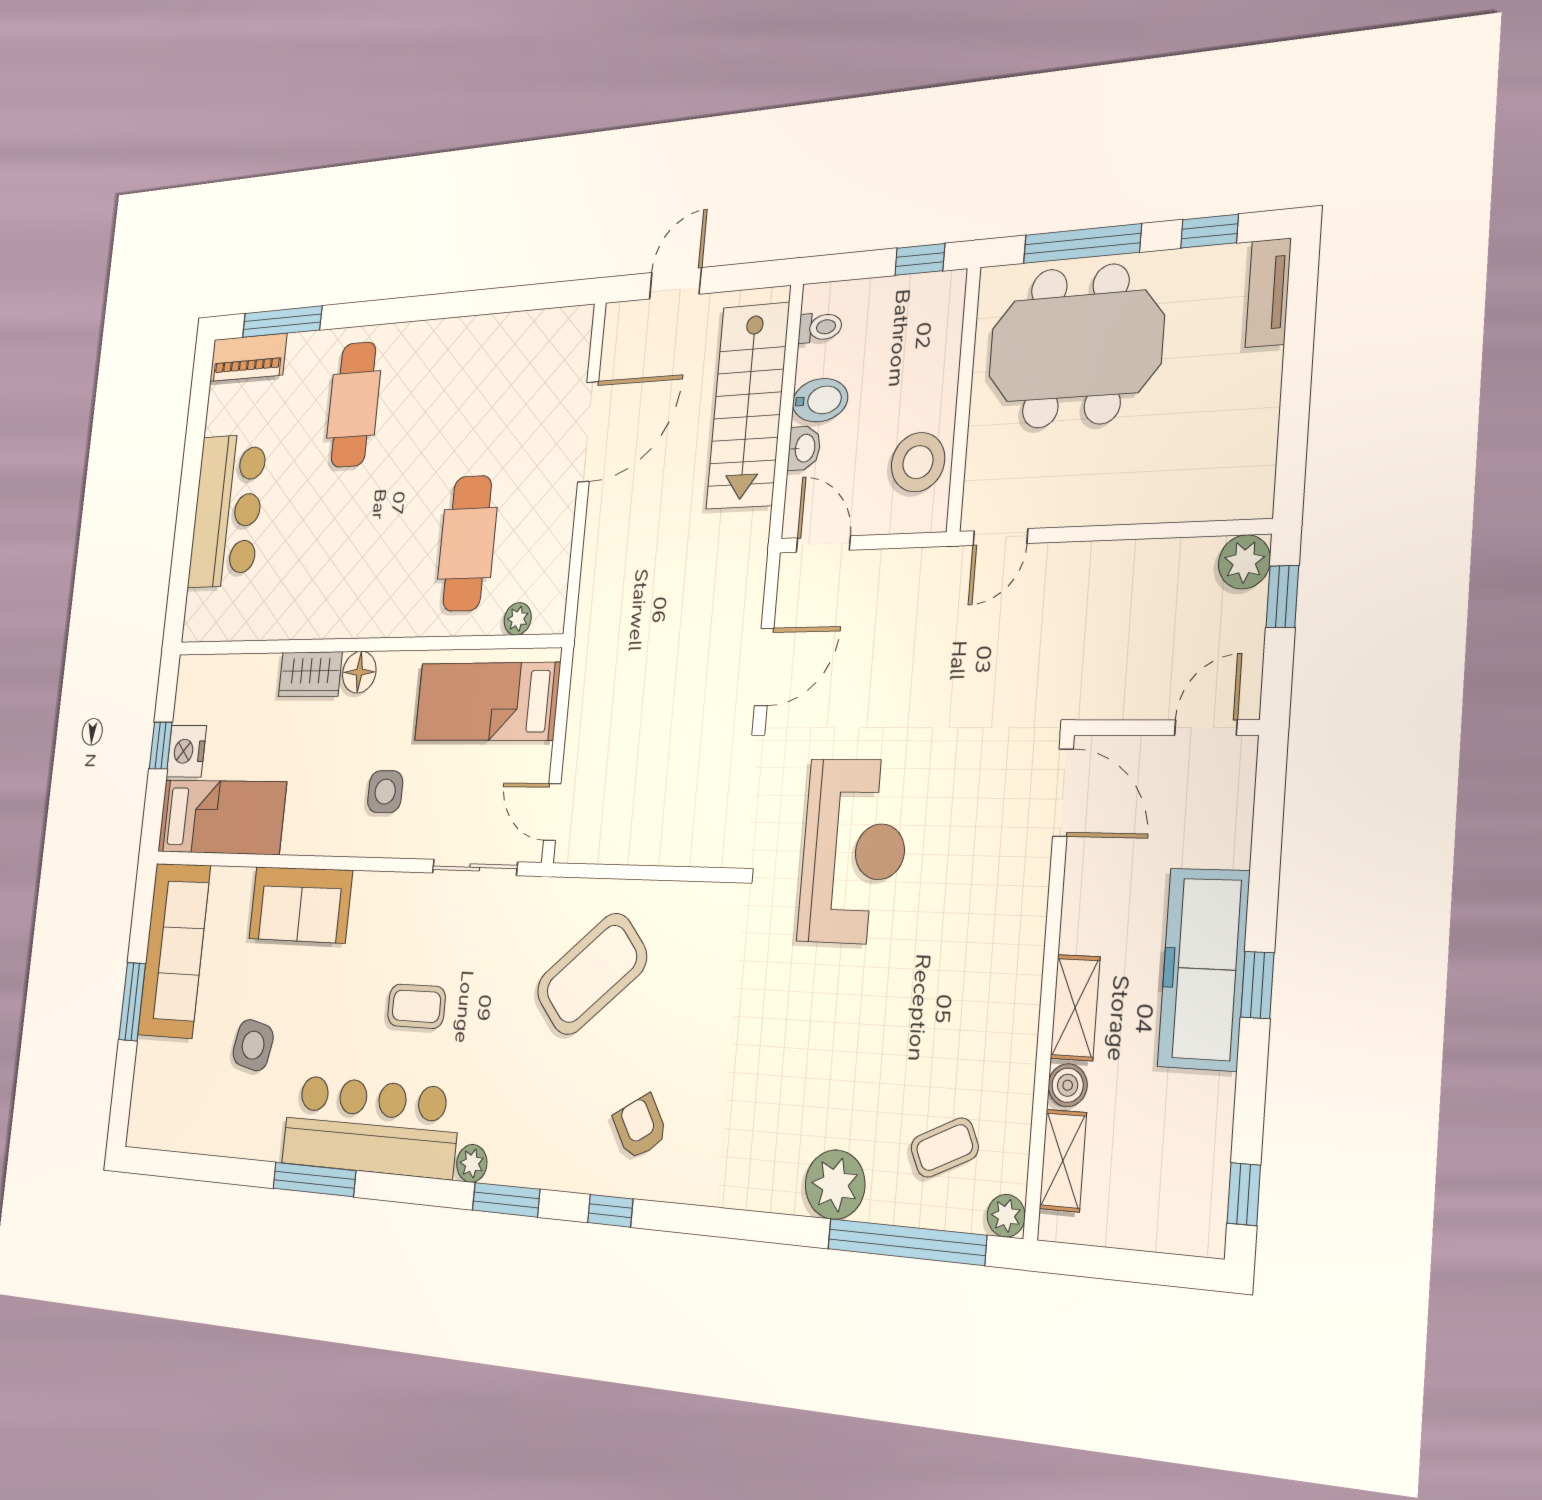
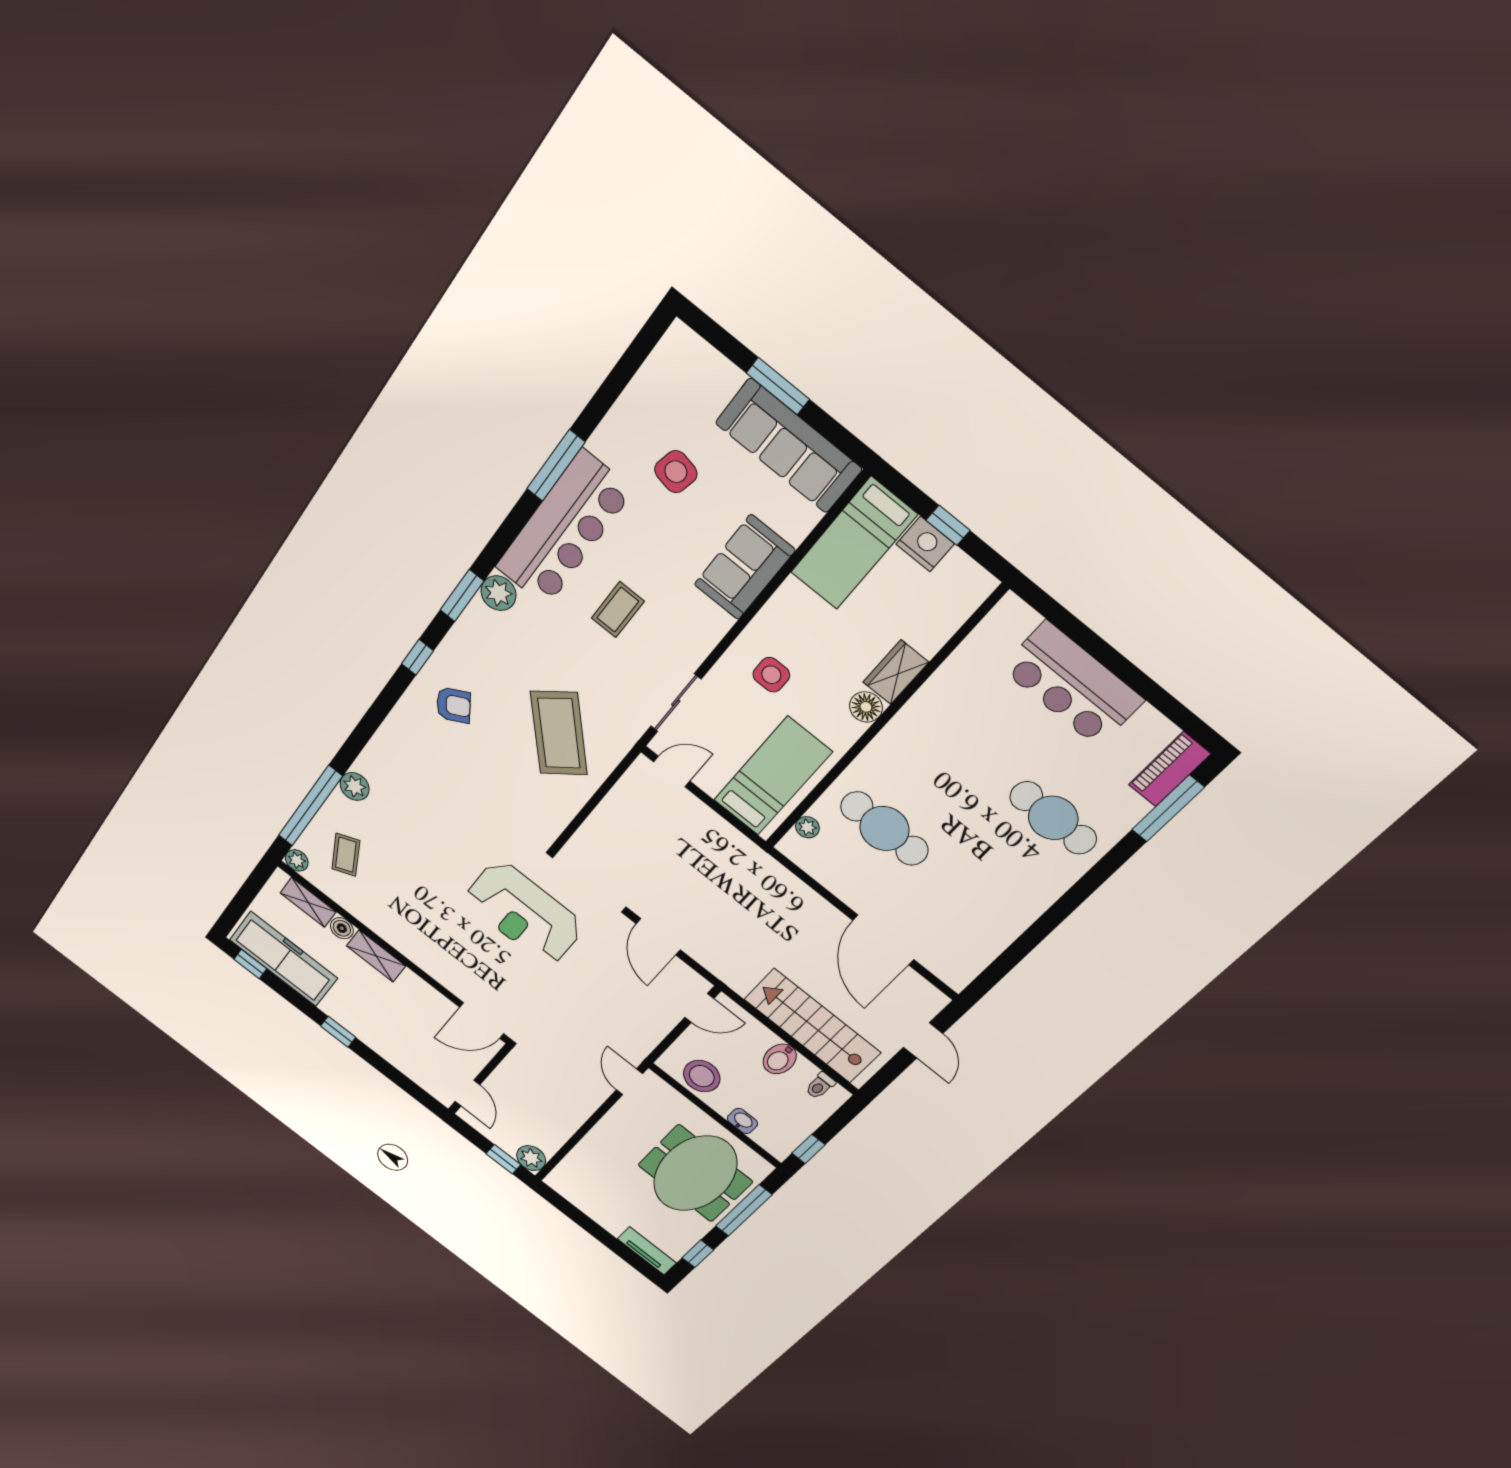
washbasin: (804, 448) -> (742, 1121), moved, turned 180
freezer: (1204, 969) -> (283, 959), moved
plant: (472, 1163) -> (498, 593), width x1.38, depth x1.38
plant: (835, 1185) -> (355, 786), width x0.73, depth x0.73

